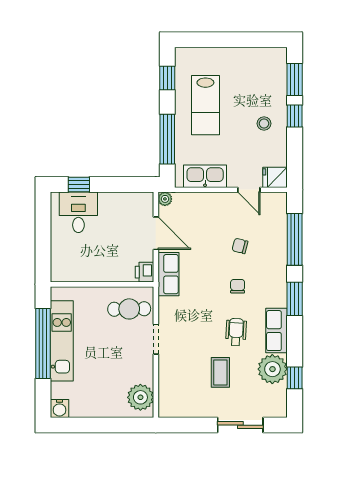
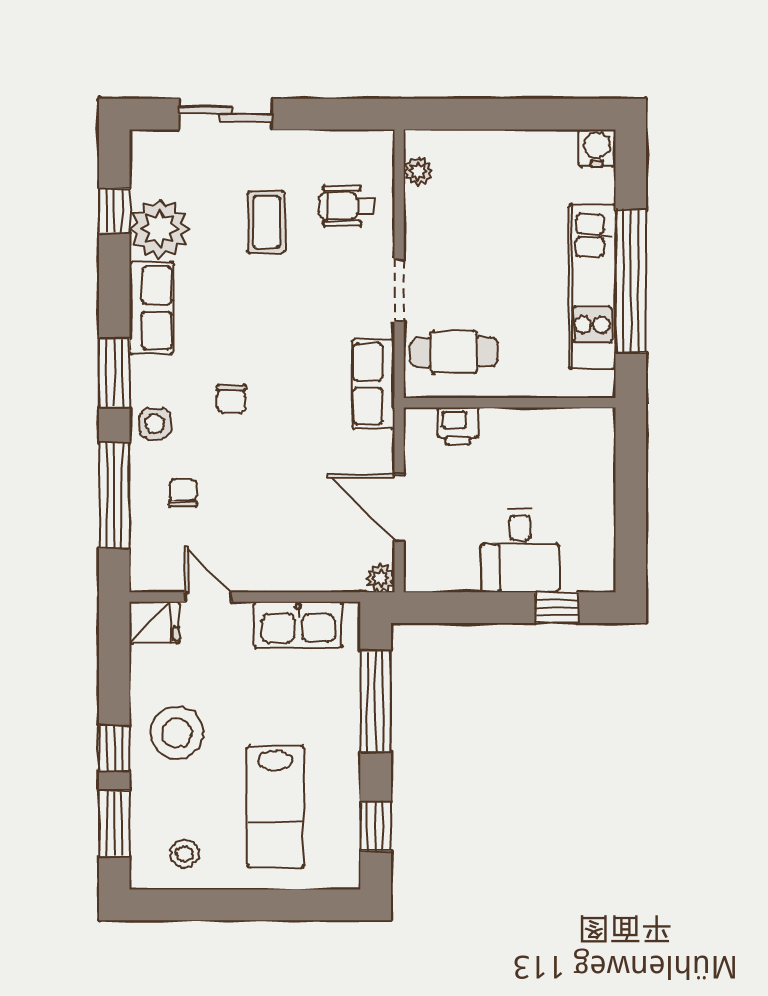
stool: (260, 65) -> (185, 854), added
lab bench: (205, 105) -> (275, 807), moved, turned 180
stool: (264, 124) -> (177, 733), width x1.89, depth x1.89
desk: (78, 212) -> (520, 551), moved
chair: (240, 246) -> (183, 493), moved, turned -105
printer: (144, 272) -> (458, 426), moved, turned 90
row of seats: (168, 274) -> (373, 384), moved
side table: (275, 274) -> (155, 423), added
wheelchair: (236, 332) -> (347, 206), moved, turned 87
plant: (140, 397) -> (418, 171), width x0.53, depth x0.53

